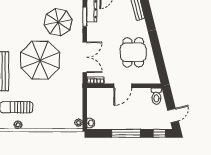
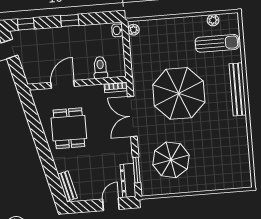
parasol: (40, 60) -> (179, 93), moved
door: (123, 86) -> (63, 84), moved
toilet: (156, 96) -> (100, 68), moved
window: (126, 133) -> (70, 21), width x0.46

